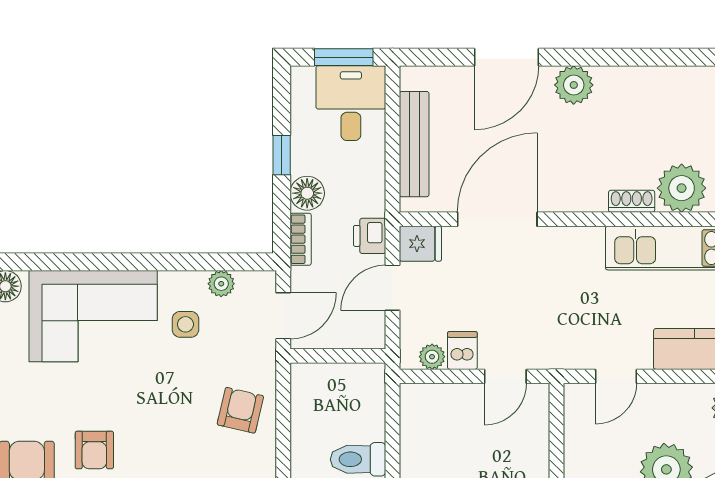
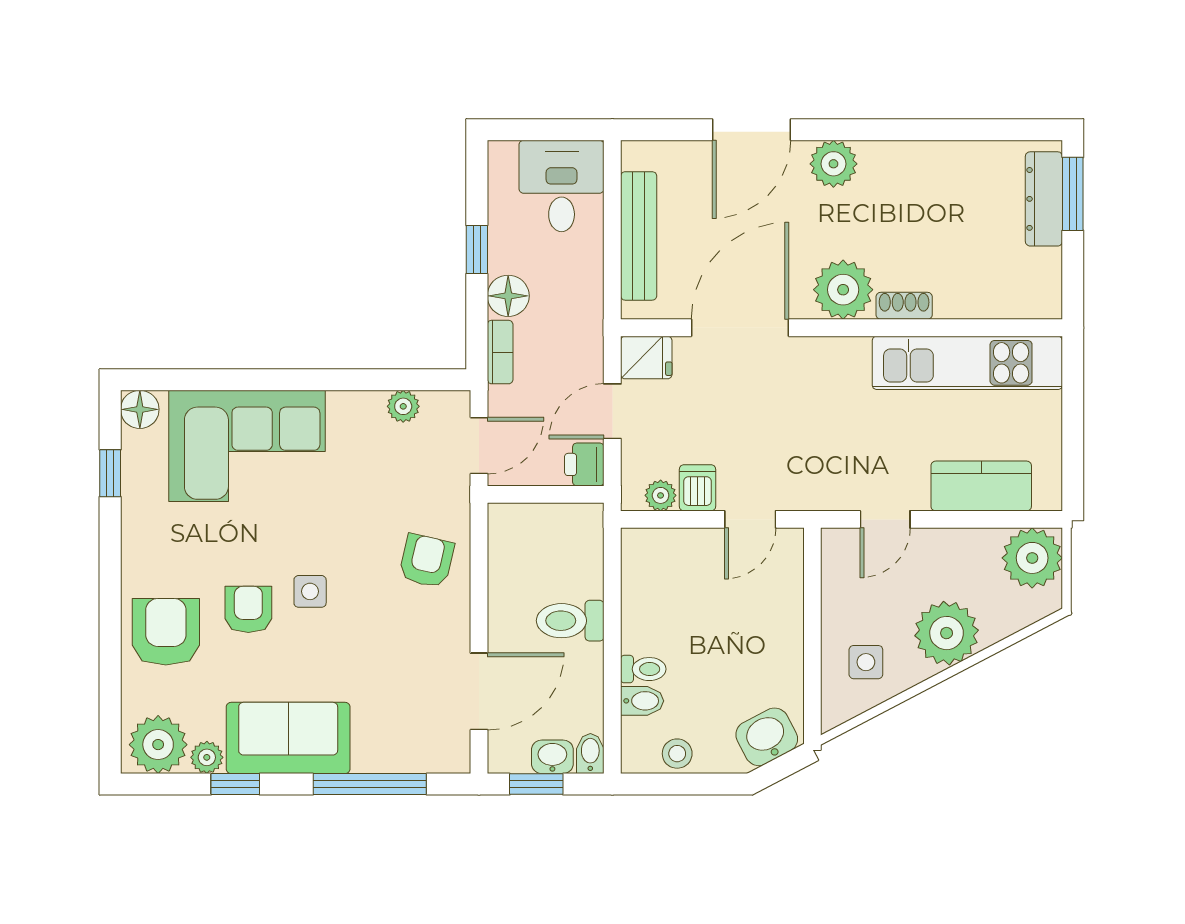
window: (344, 57) -> (553, 130), removed
plant: (682, 188) -> (843, 290), moved
printer: (370, 236) -> (584, 464), moved
side table: (185, 324) -> (310, 591), moved
armchair: (94, 450) -> (248, 609), turned 180

